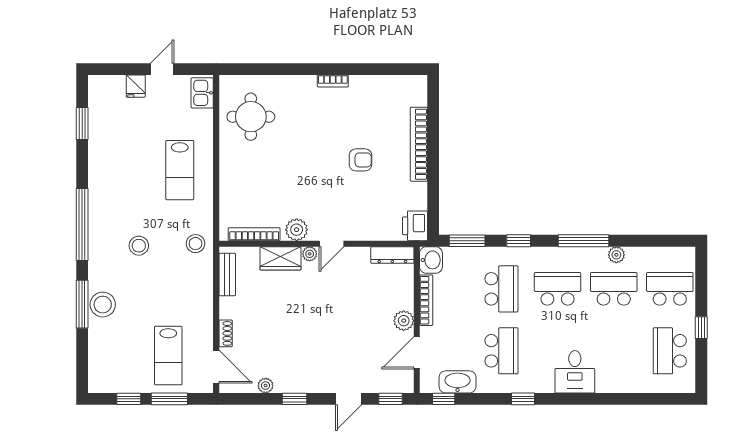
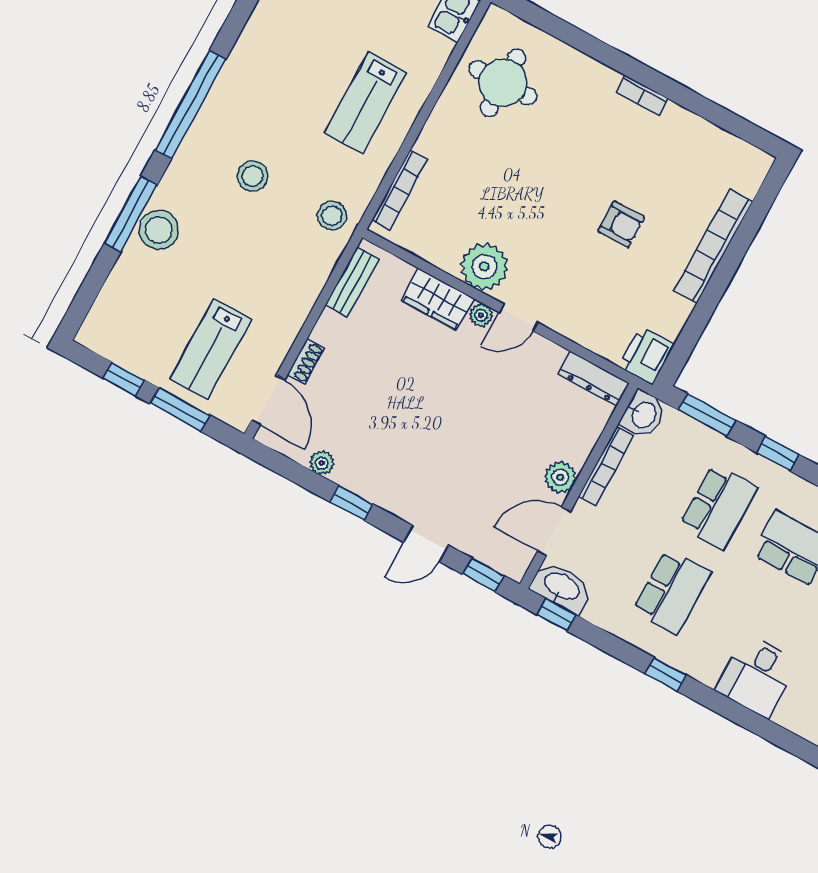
plant: (297, 230) -> (484, 267), width x1.36, depth x1.36
bookcase: (254, 234) -> (400, 190), moved, turned 90
washbasin: (458, 382) -> (561, 587), moved

